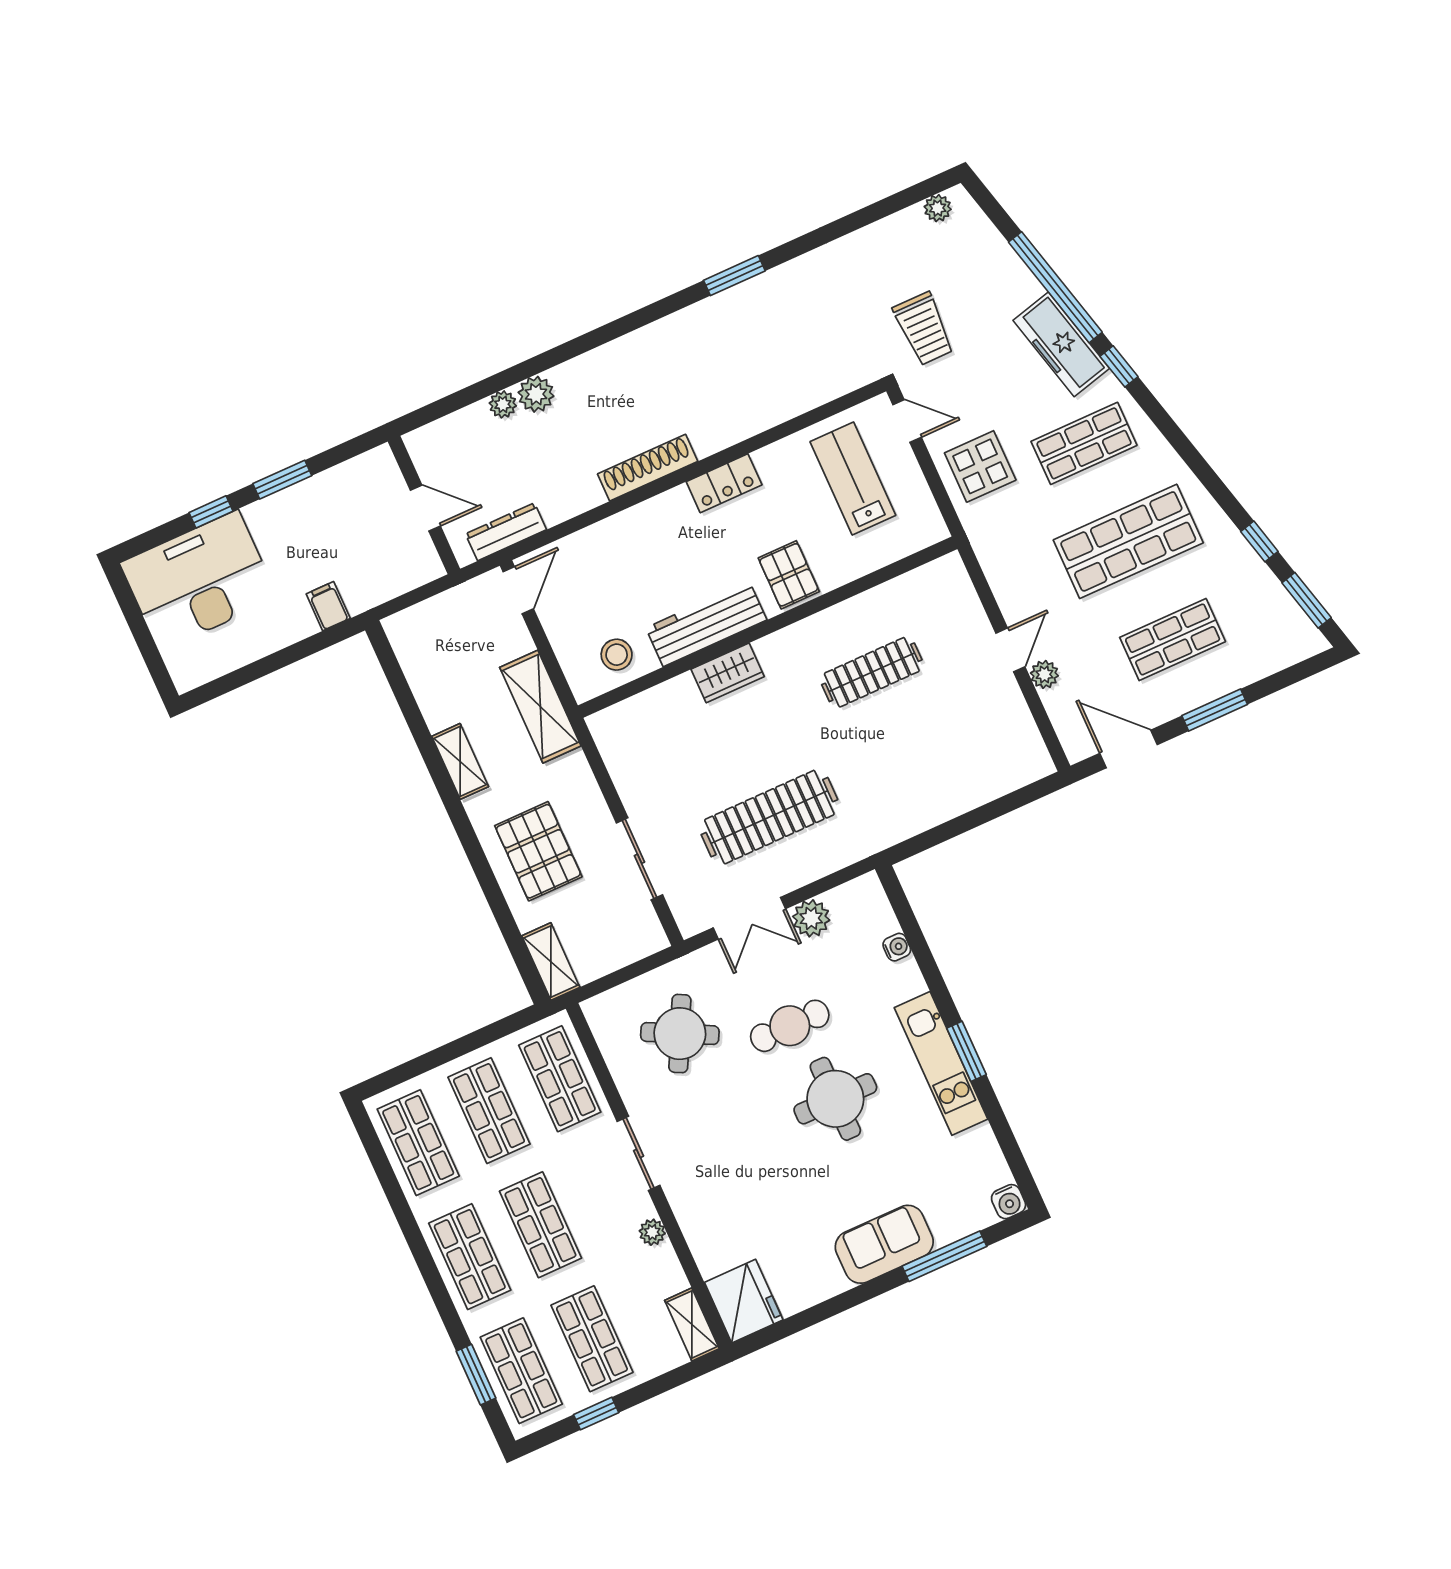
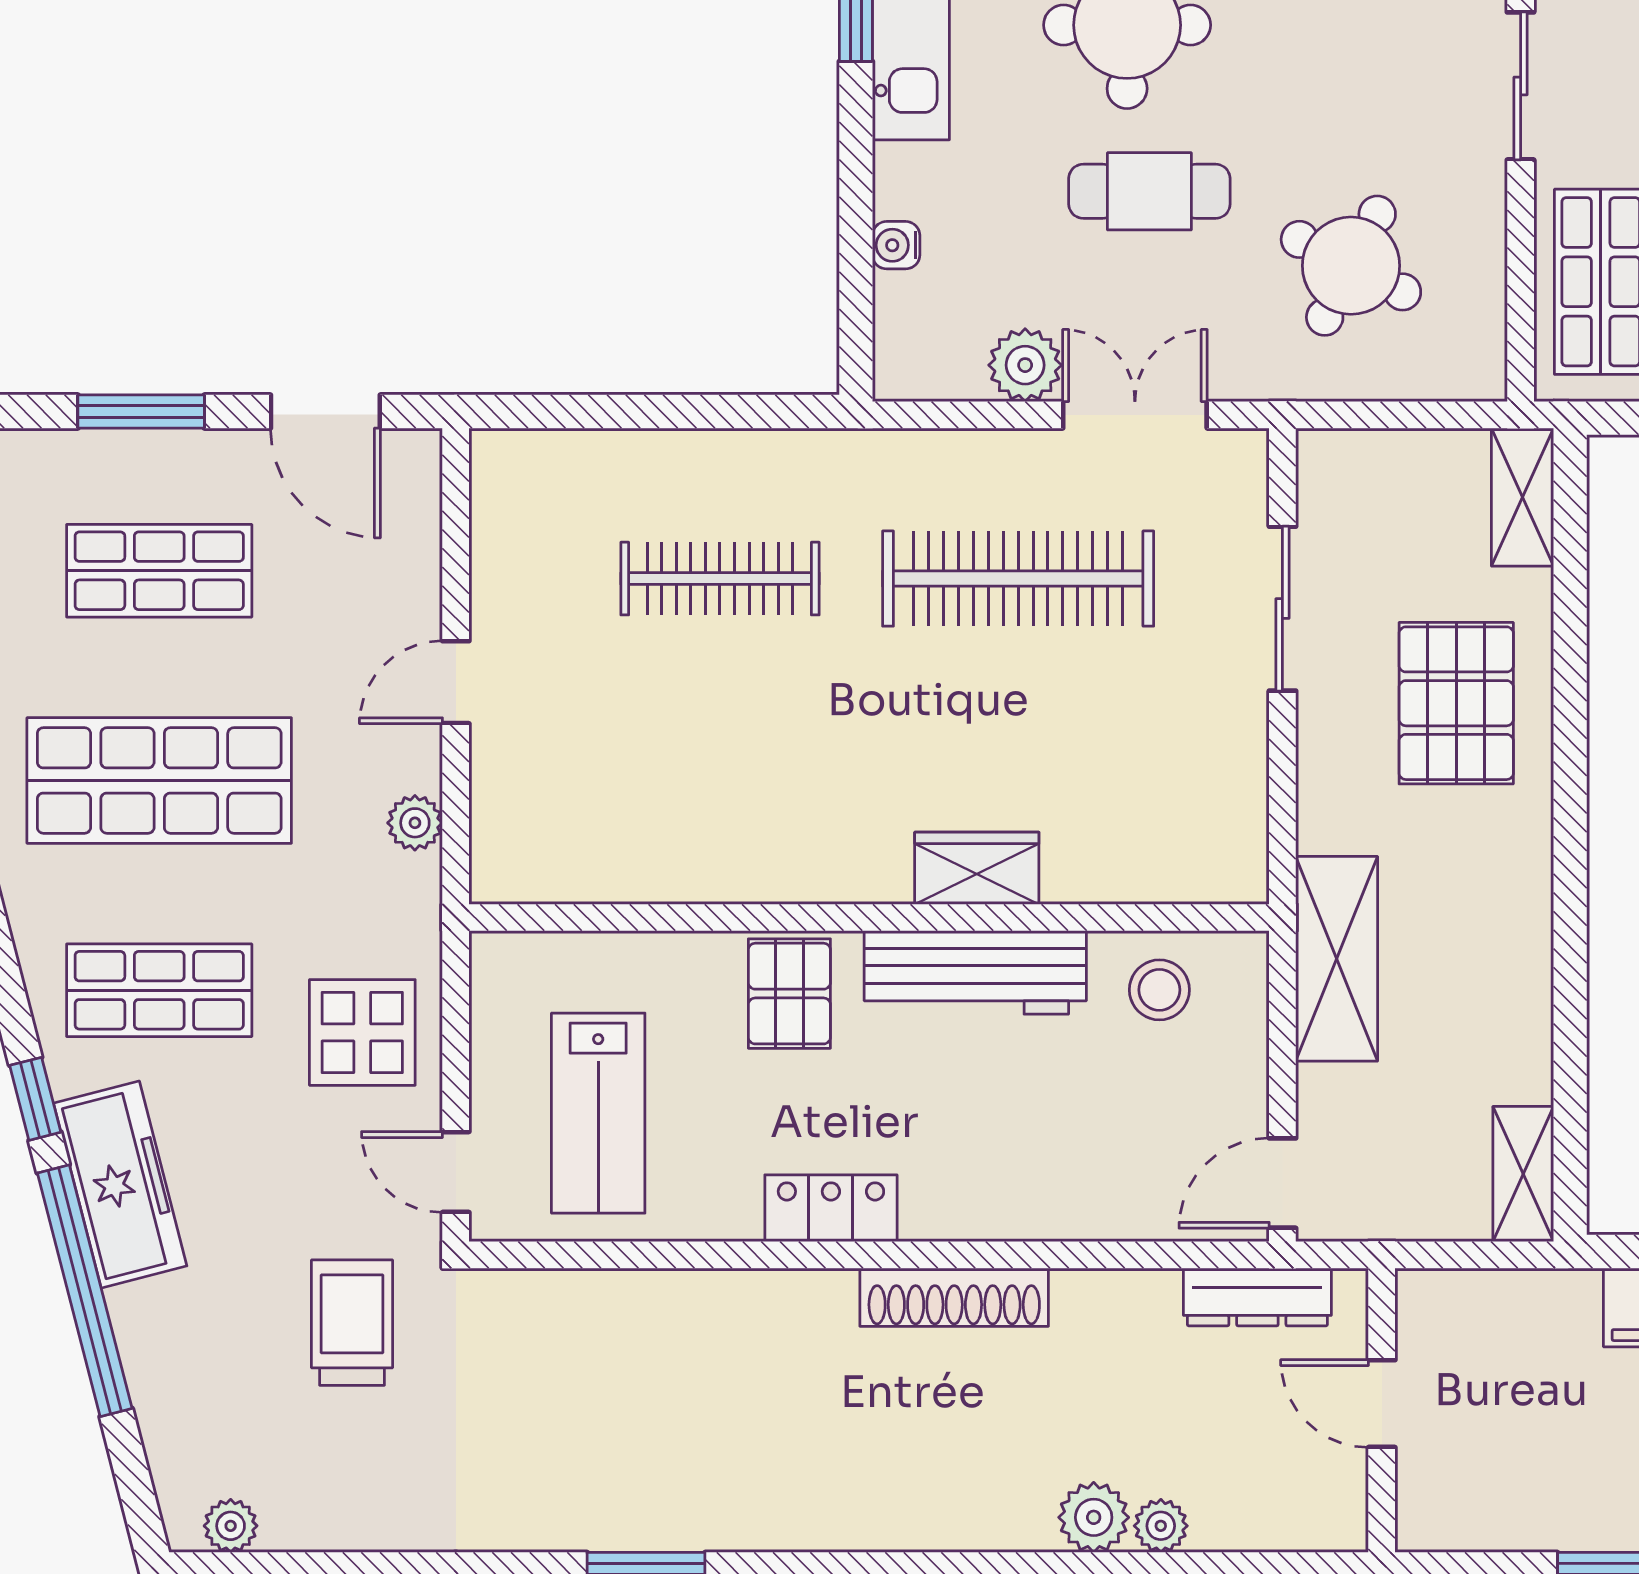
clothes rail: (872, 672) -> (720, 579), moved
plant: (1044, 674) -> (415, 823), moved
shelving: (460, 761) -> (1523, 1174), moved

